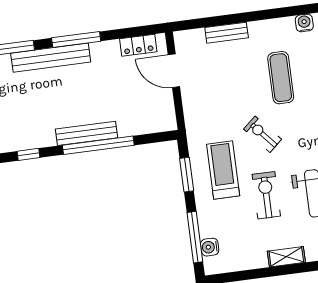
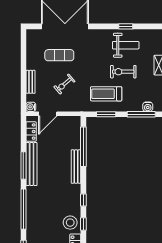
water cooler: (304, 23) -> (31, 107), moved
bench: (51, 58) -> (32, 164), moved
exercise bike: (263, 134) -> (64, 84), moved
window: (98, 145) -> (83, 147), moved

